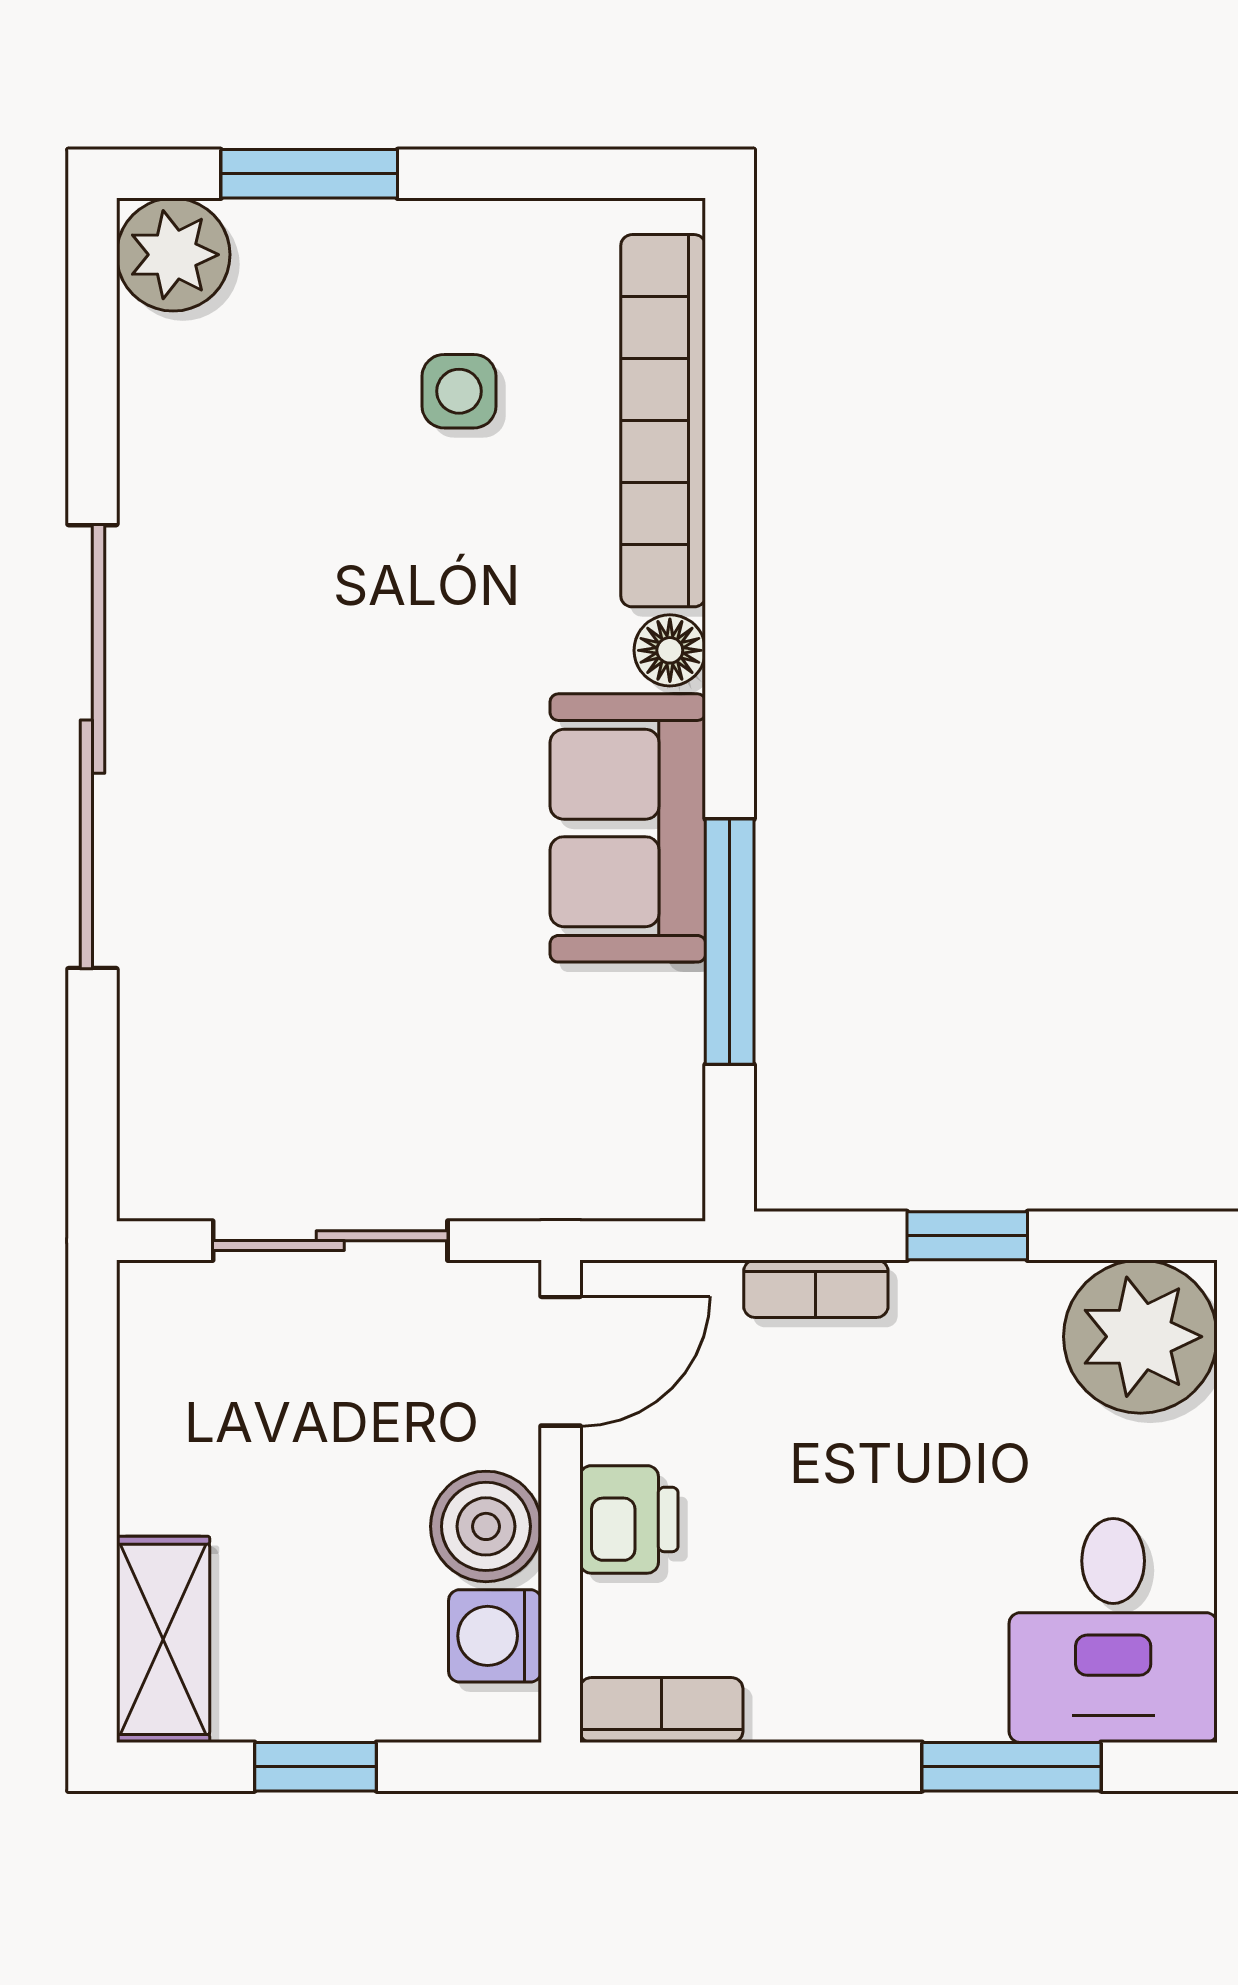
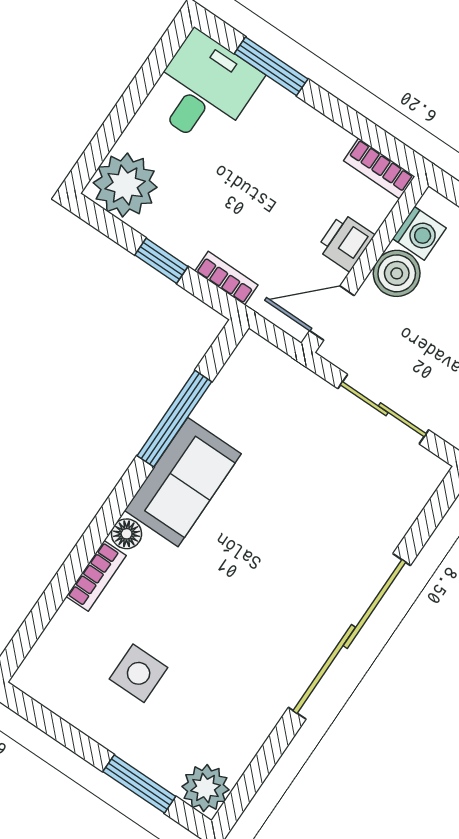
side table: (459, 391) -> (139, 673), width x1.37, depth x1.37
bookcase: (663, 421) -> (96, 576), width x0.43, depth x0.76

